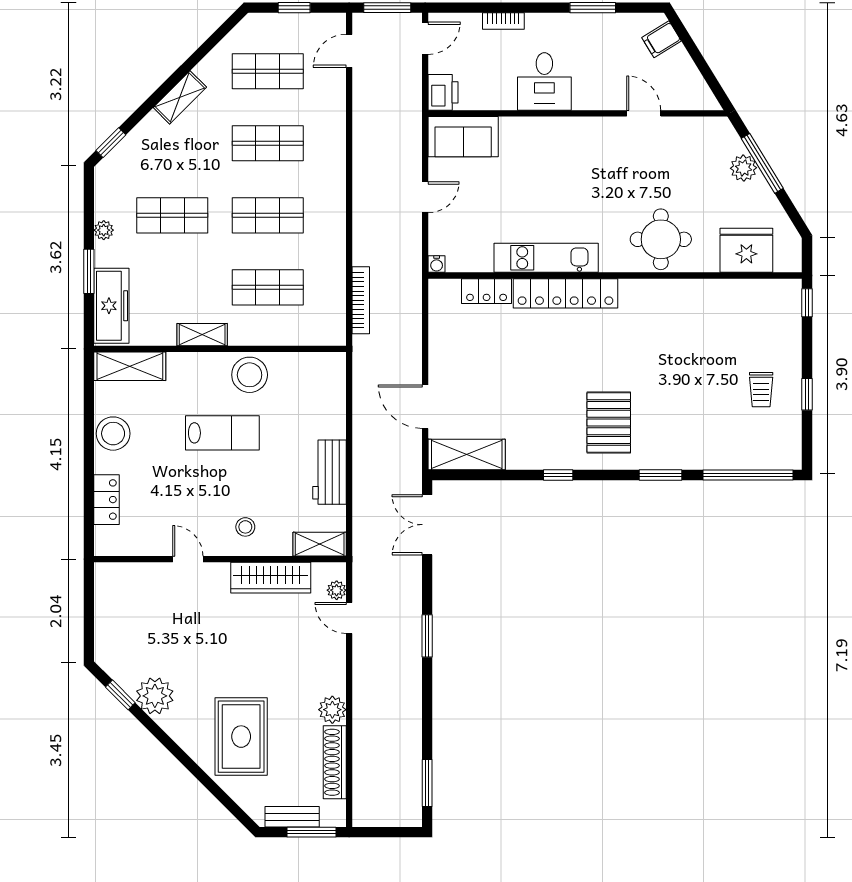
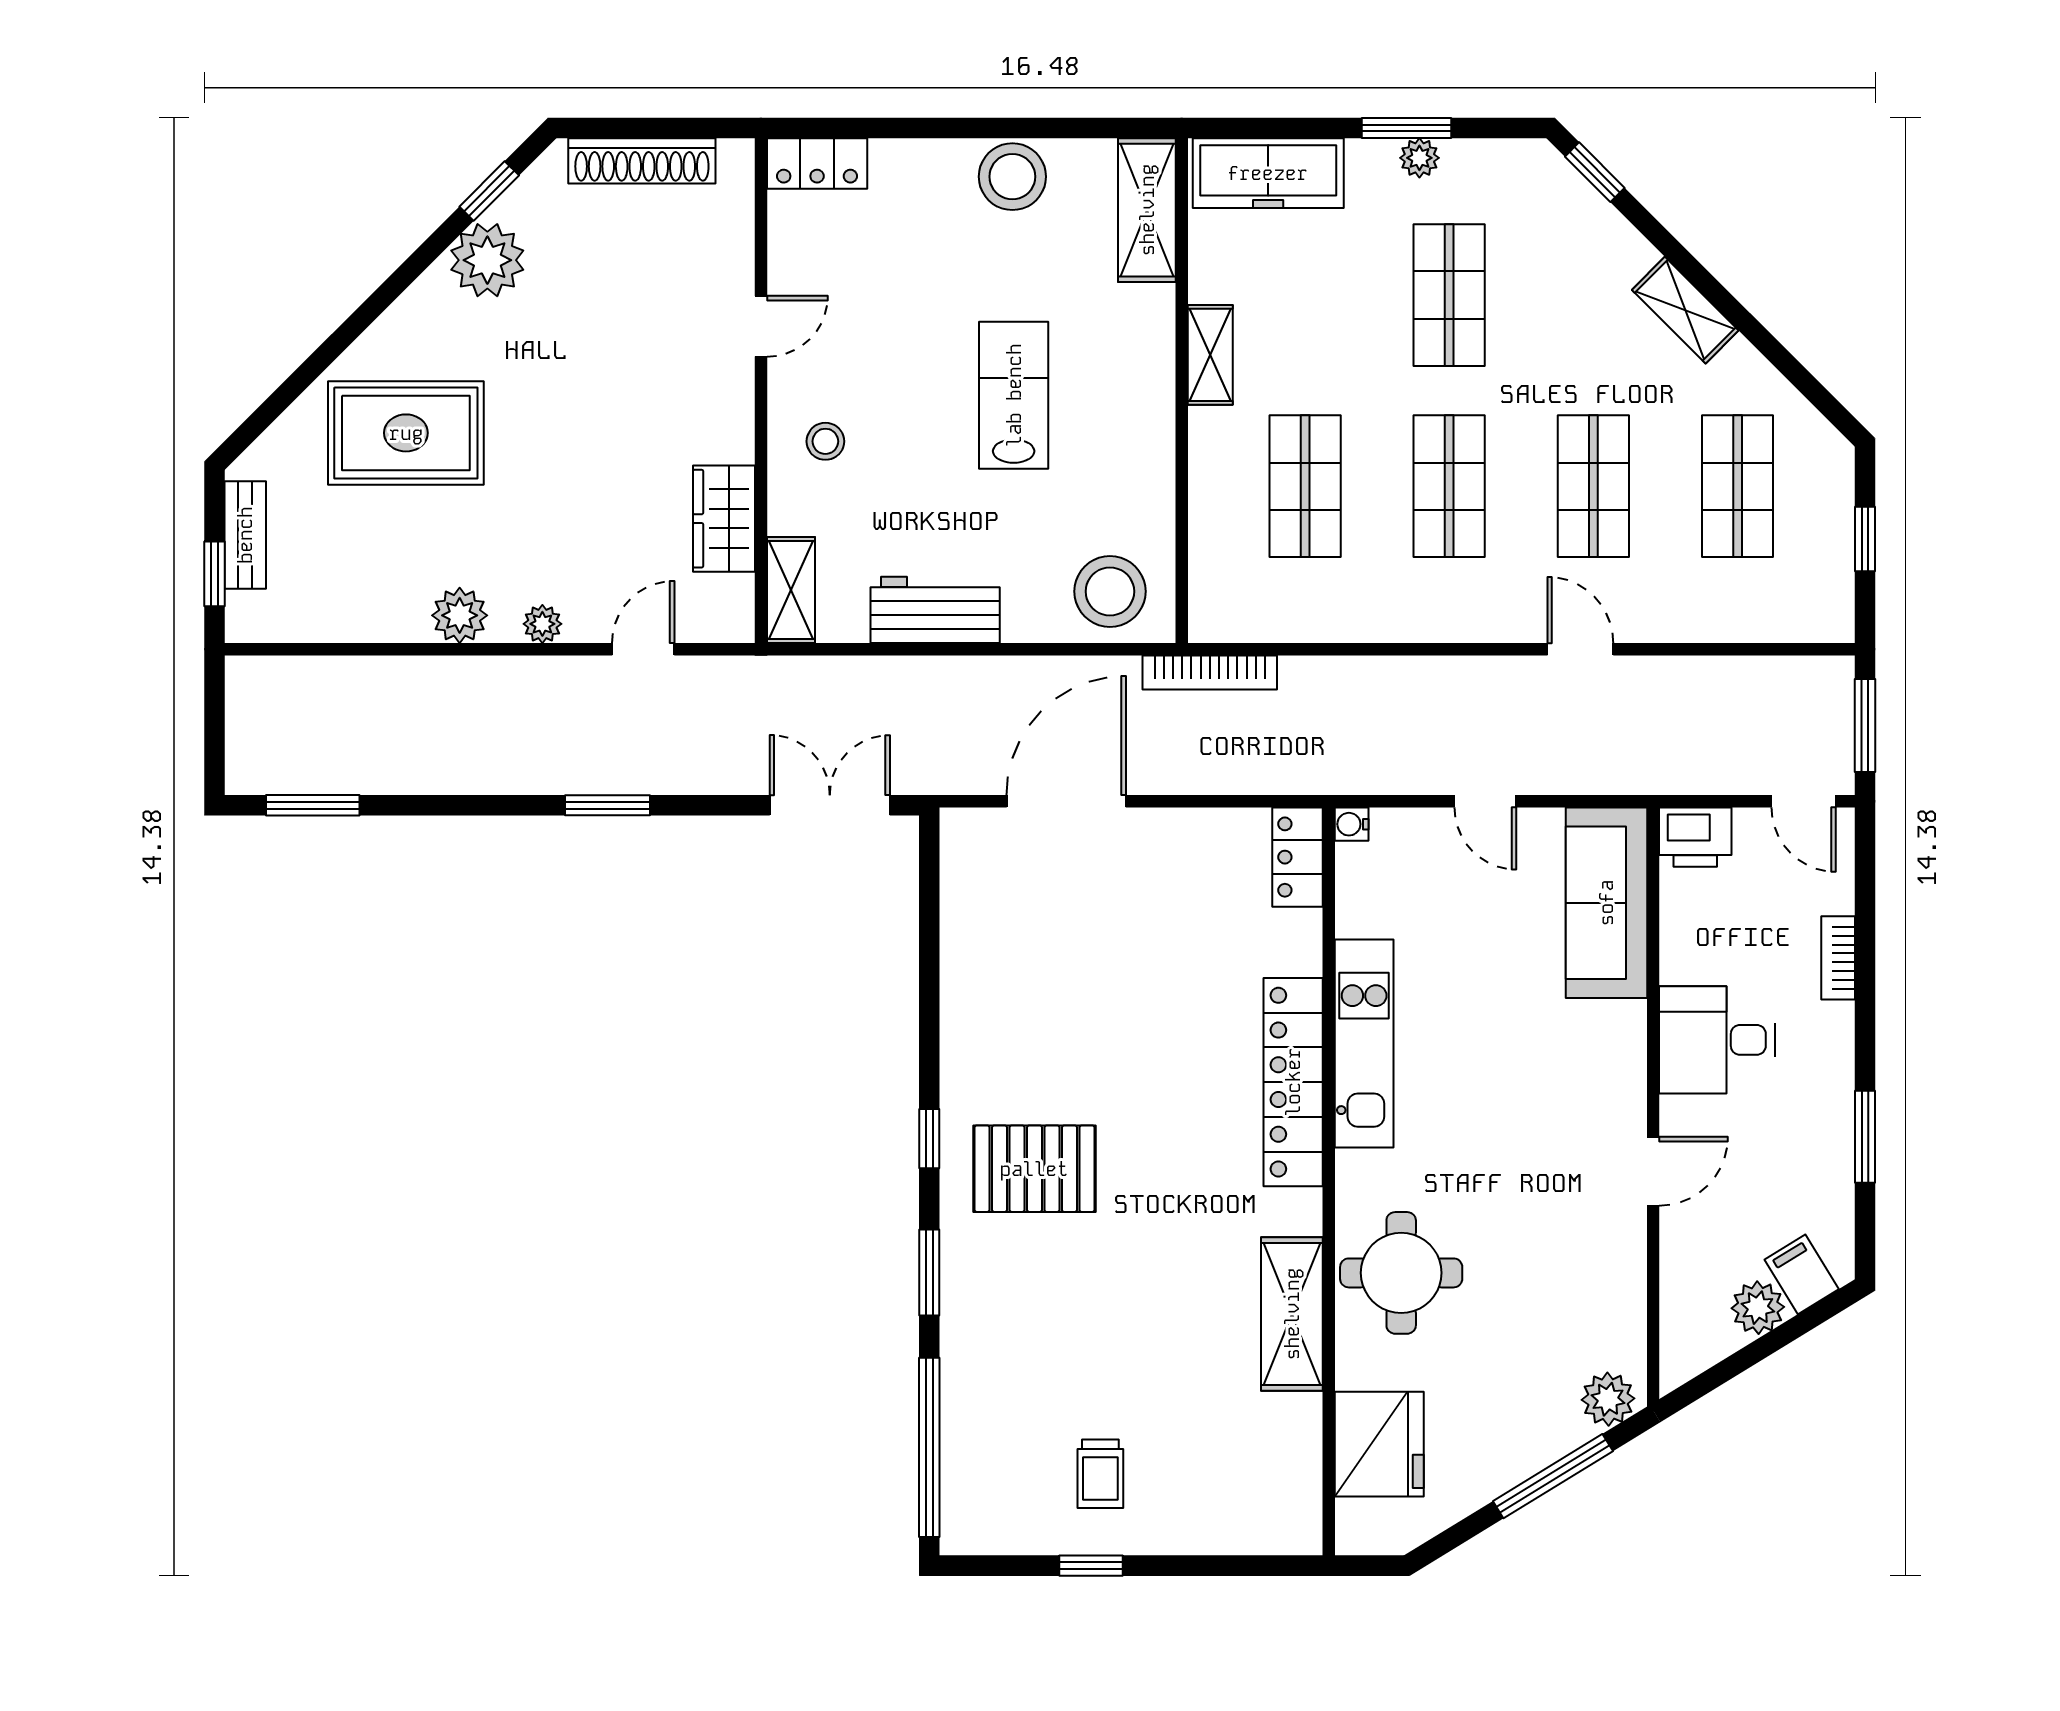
door: (349, 51) -> (1580, 649), moved
plant: (678, 61) -> (1758, 1308), added
door: (644, 113) -> (1653, 1171), moved
sofa: (463, 137) -> (1606, 903), width x1.36
plant: (744, 168) -> (1608, 1399), moved
window: (89, 271) -> (1407, 128), moved
locker: (487, 291) -> (1297, 857), moved
bookcase: (361, 300) -> (1210, 672), moved
window: (807, 303) -> (1274, 1566), removed
stool: (250, 375) -> (1110, 591), moved
trolley: (761, 390) -> (1100, 1474), turned -90
door: (425, 407) -> (1066, 801), width x1.36
lab bench: (222, 433) -> (1014, 395), turned 180
shelving: (467, 455) -> (1292, 1314), moved
window: (558, 475) -> (929, 1139), moved
locker: (107, 500) -> (817, 164), moved
wardrobe: (271, 578) -> (724, 519), width x0.67
plant: (337, 590) -> (542, 624), moved
shoe rack: (335, 762) -> (642, 161), moved, turned 180
window: (312, 832) -> (215, 574), width x0.67

